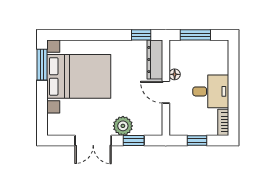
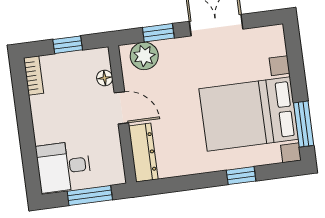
window: (141, 35) -> (241, 176), moved
floor lamp: (175, 74) -> (105, 78), moved
desk: (211, 91) -> (64, 167), moved
plant: (123, 126) -> (144, 56), moved

